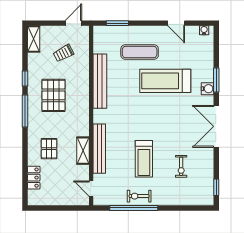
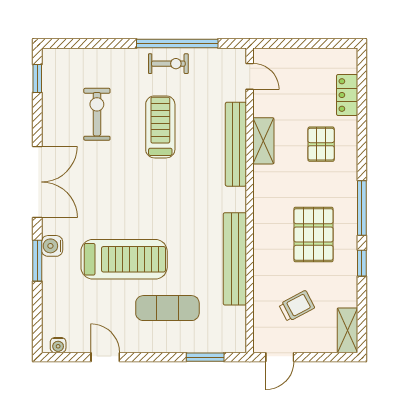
exercise bike: (181, 166) -> (97, 114), width x1.38, depth x1.39

